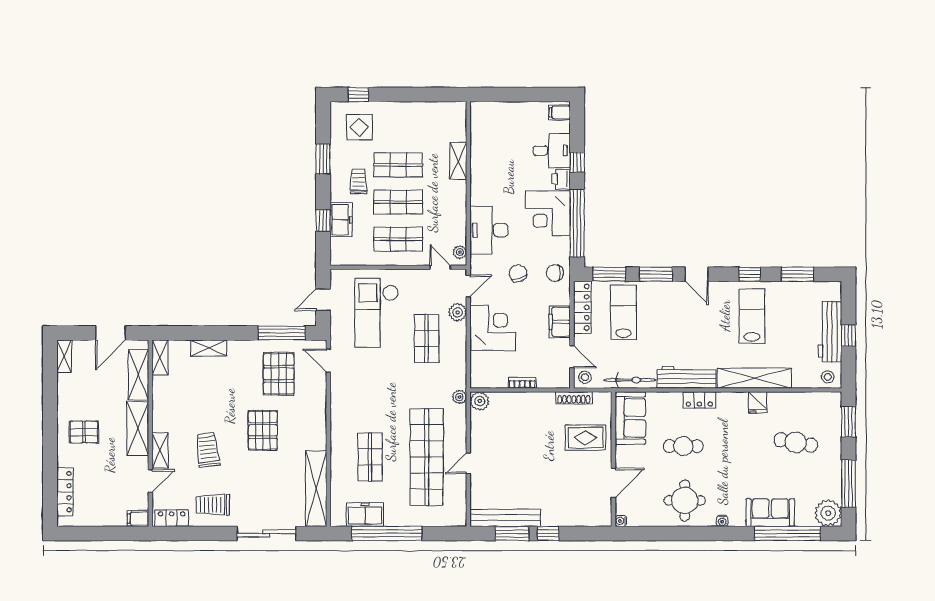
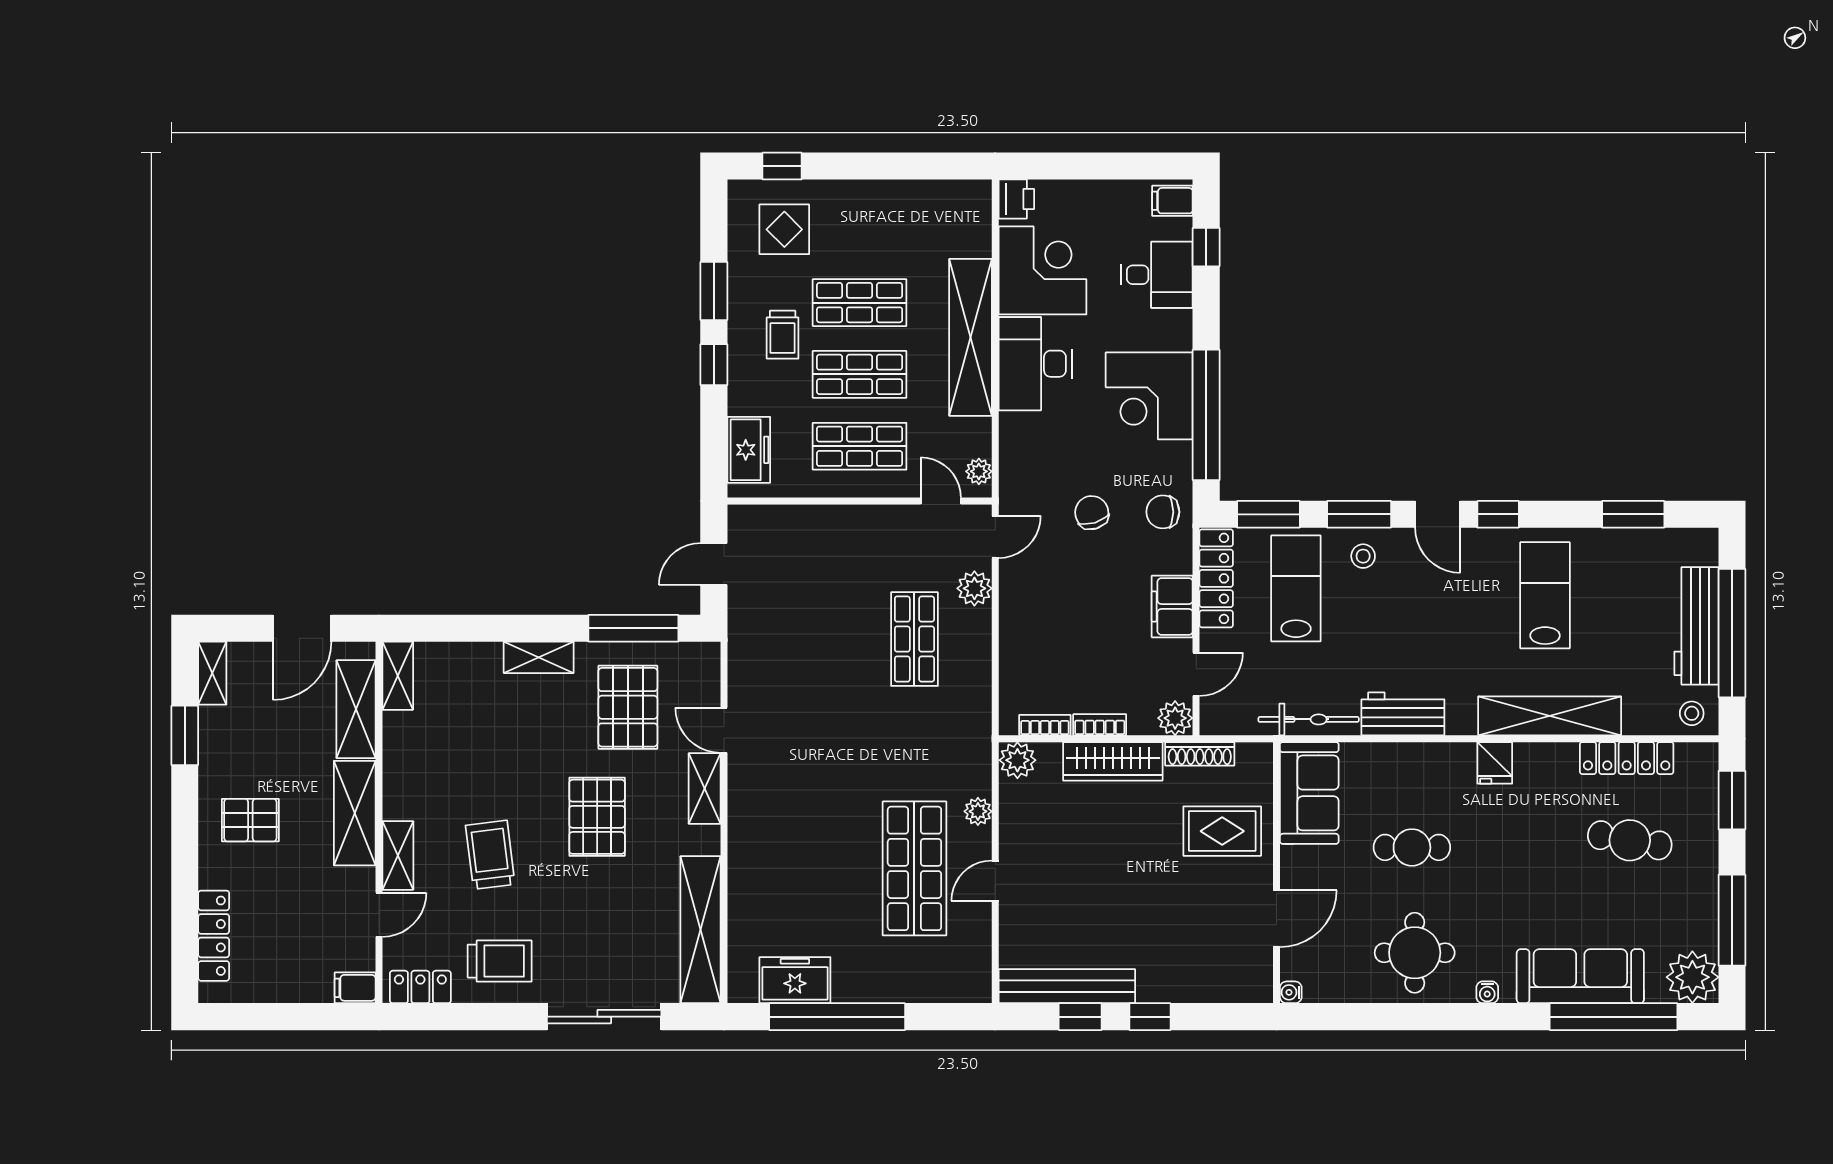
shelving: (458, 161) -> (970, 337), width x2.20, depth x1.33
window: (577, 162) -> (1206, 247), moved
printer: (561, 179) -> (1016, 199), moved, turned 180
trolley: (359, 182) -> (783, 335), turned 180
freezer: (341, 220) -> (749, 450), moved
window: (323, 221) -> (714, 365), moved
desk: (489, 230) -> (1035, 364), moved
window: (750, 274) -> (1498, 514), moved
checkout: (377, 313) -> (818, 589), removed
corner desk: (493, 328) -> (1043, 270), moved
window: (848, 336) -> (1732, 633), width x3.17
shelving: (209, 348) -> (539, 657), moved
door: (572, 357) -> (1196, 674), hinge flipped
door: (328, 361) -> (724, 730), moved
stool: (585, 377) -> (1363, 556), moved
workbench: (687, 377) -> (1403, 714), width x0.73
plant: (561, 379) -> (1175, 718), added
bookcase: (494, 383) -> (1045, 725), added
window: (50, 388) -> (185, 735), added
plant: (459, 397) -> (978, 811), moved
locker: (699, 400) -> (1627, 758), moved, width x1.53
wardrobe: (529, 402) -> (1113, 761), added
fridge: (757, 402) -> (1495, 763), moved
shelving: (318, 416) -> (705, 789), added
shop shelf: (370, 457) -> (805, 868), removed
shop shelf: (427, 457) -> (914, 868), width x0.71
trolley: (213, 505) -> (500, 961), turned 180
sofa: (770, 513) -> (1580, 976), width x1.36
window: (512, 533) -> (1080, 1017), width x0.67

